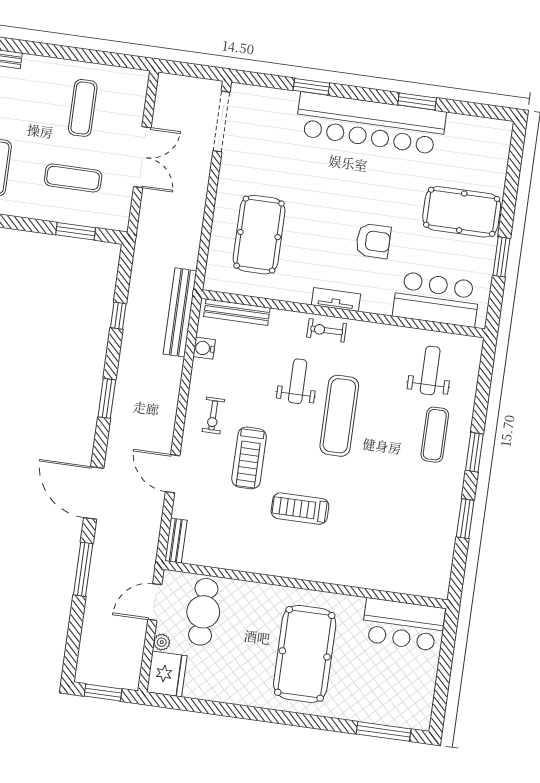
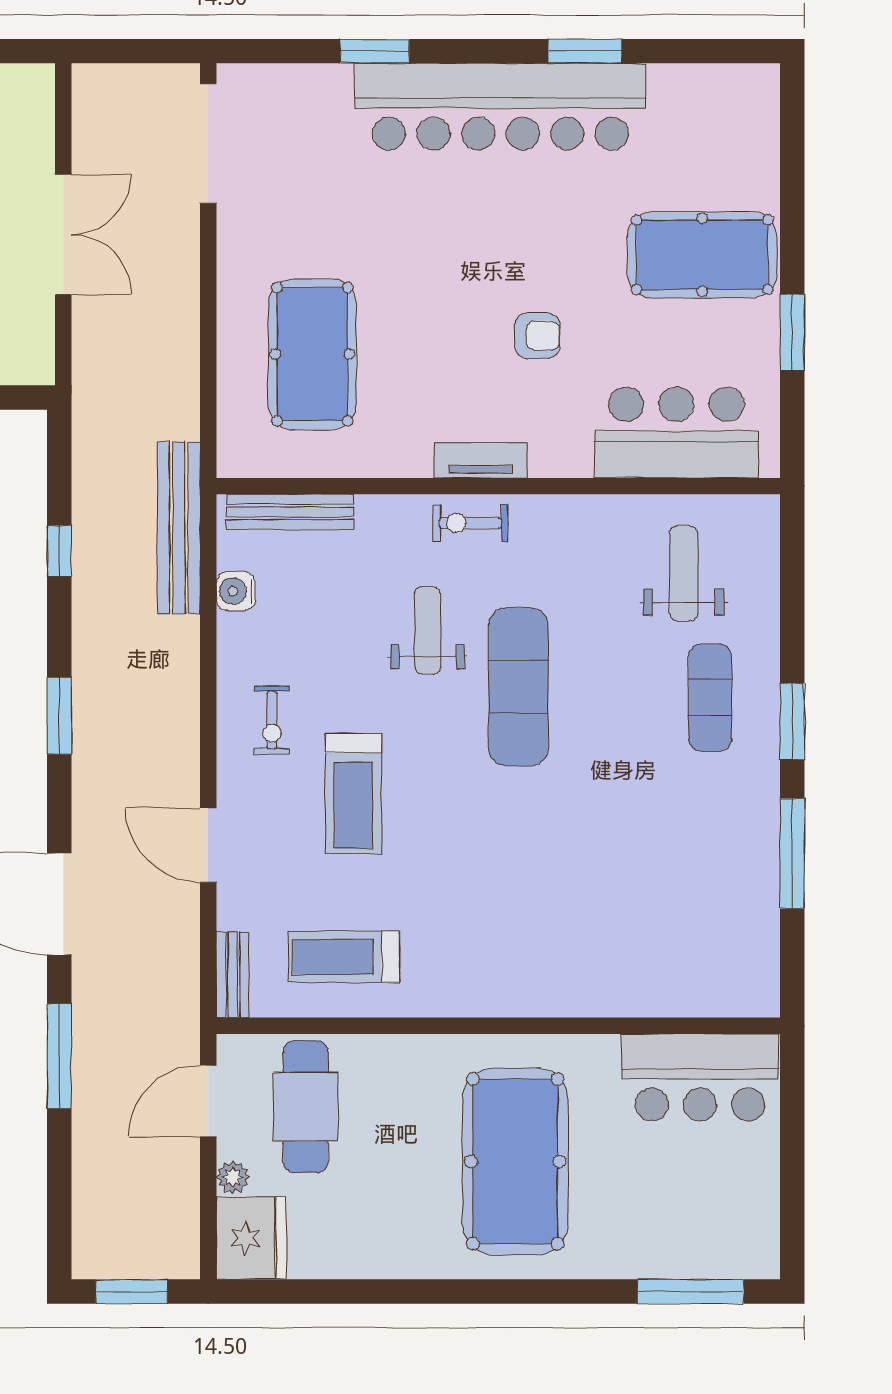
armchair: (373, 241) -> (537, 336), width x0.72, depth x0.72
treadmill: (300, 509) -> (344, 957), moved
window: (465, 519) -> (792, 853), width x1.44

